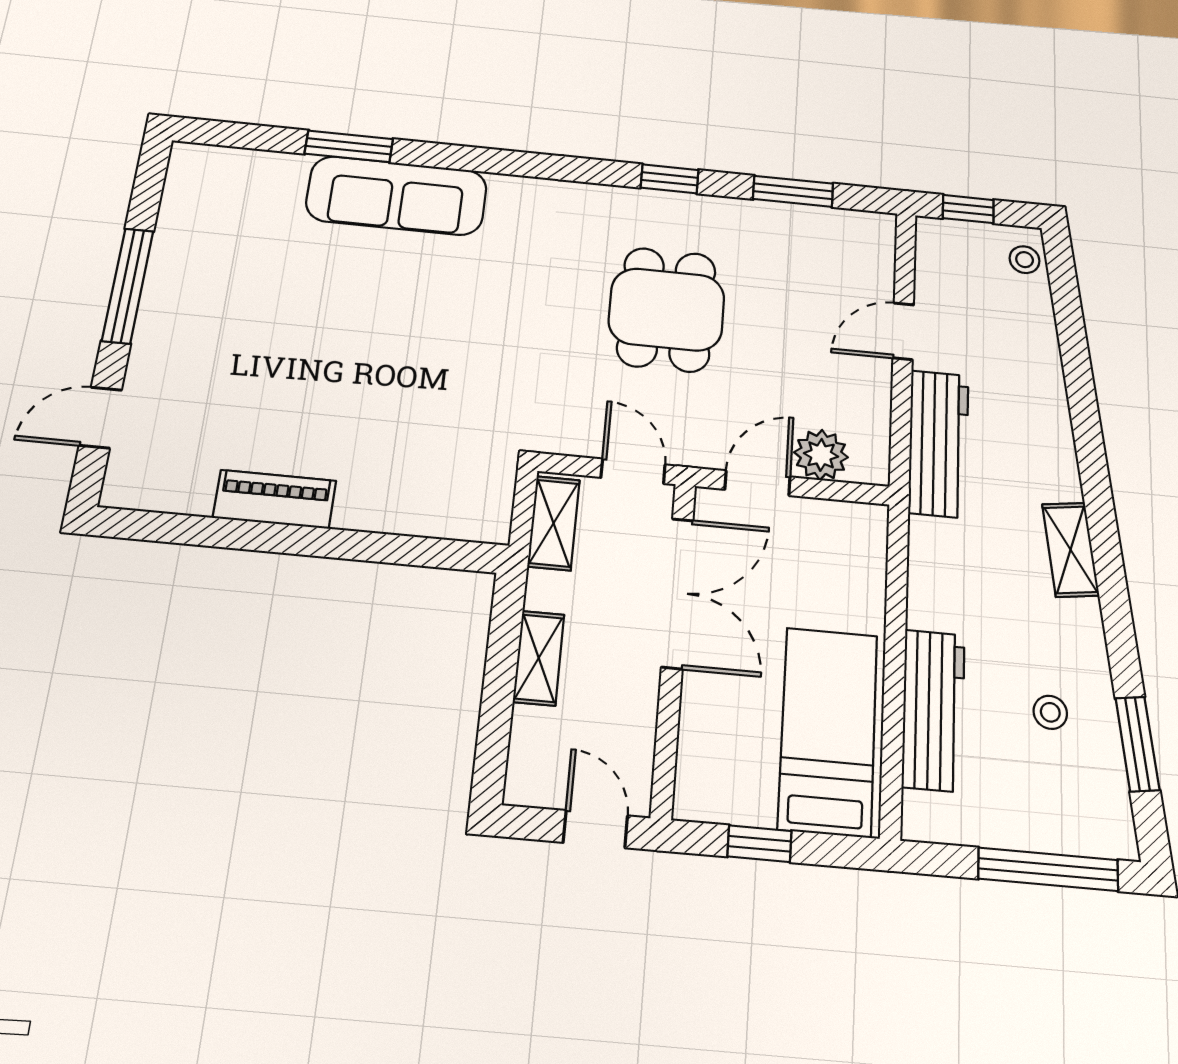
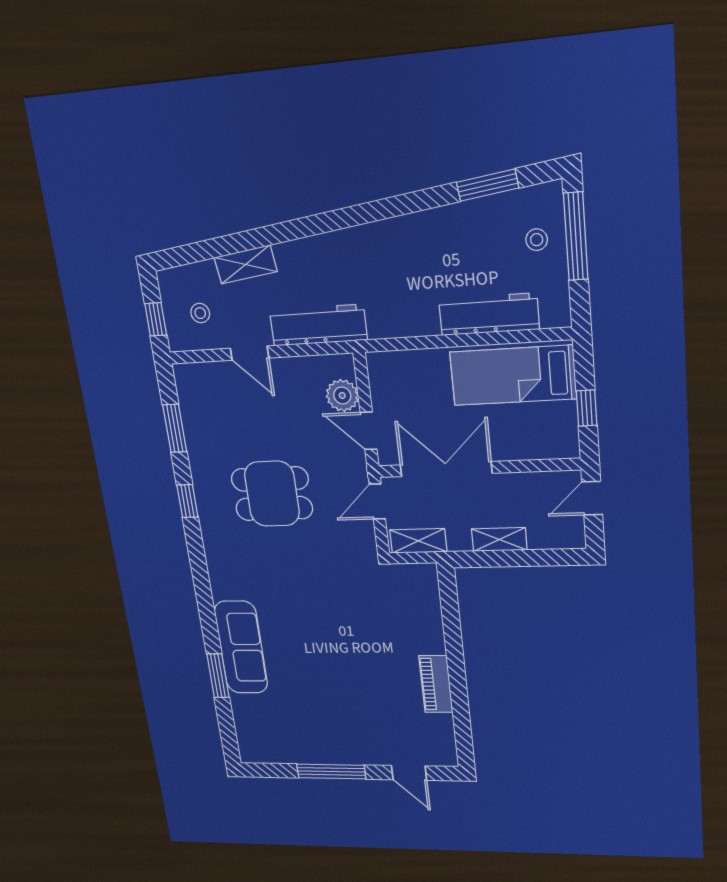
stool: (1025, 260) -> (200, 313), moved
shelving: (1071, 550) -> (246, 265), moved
stool: (1050, 712) -> (537, 240), moved

